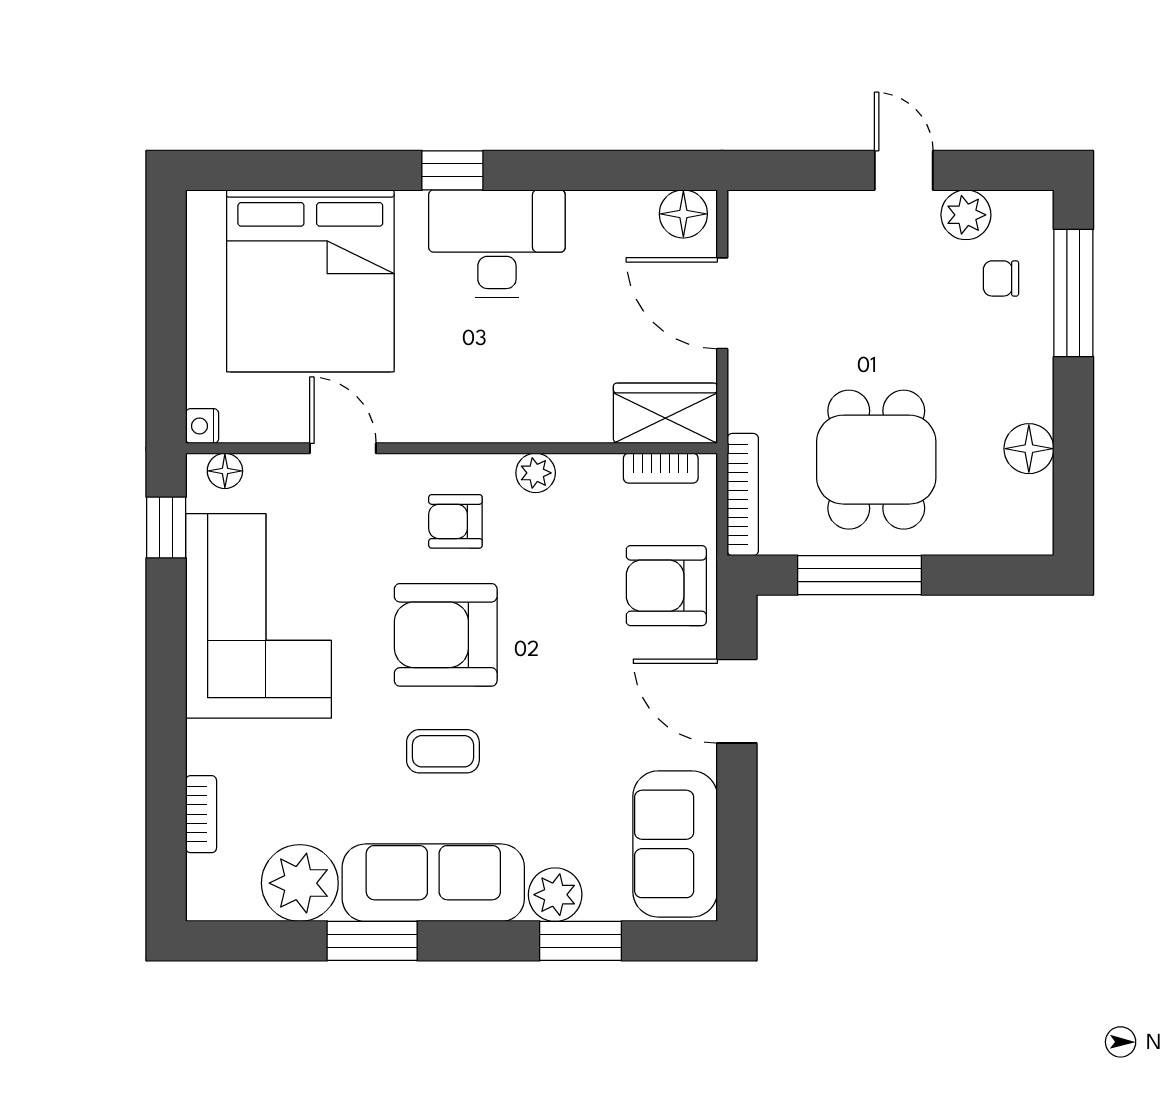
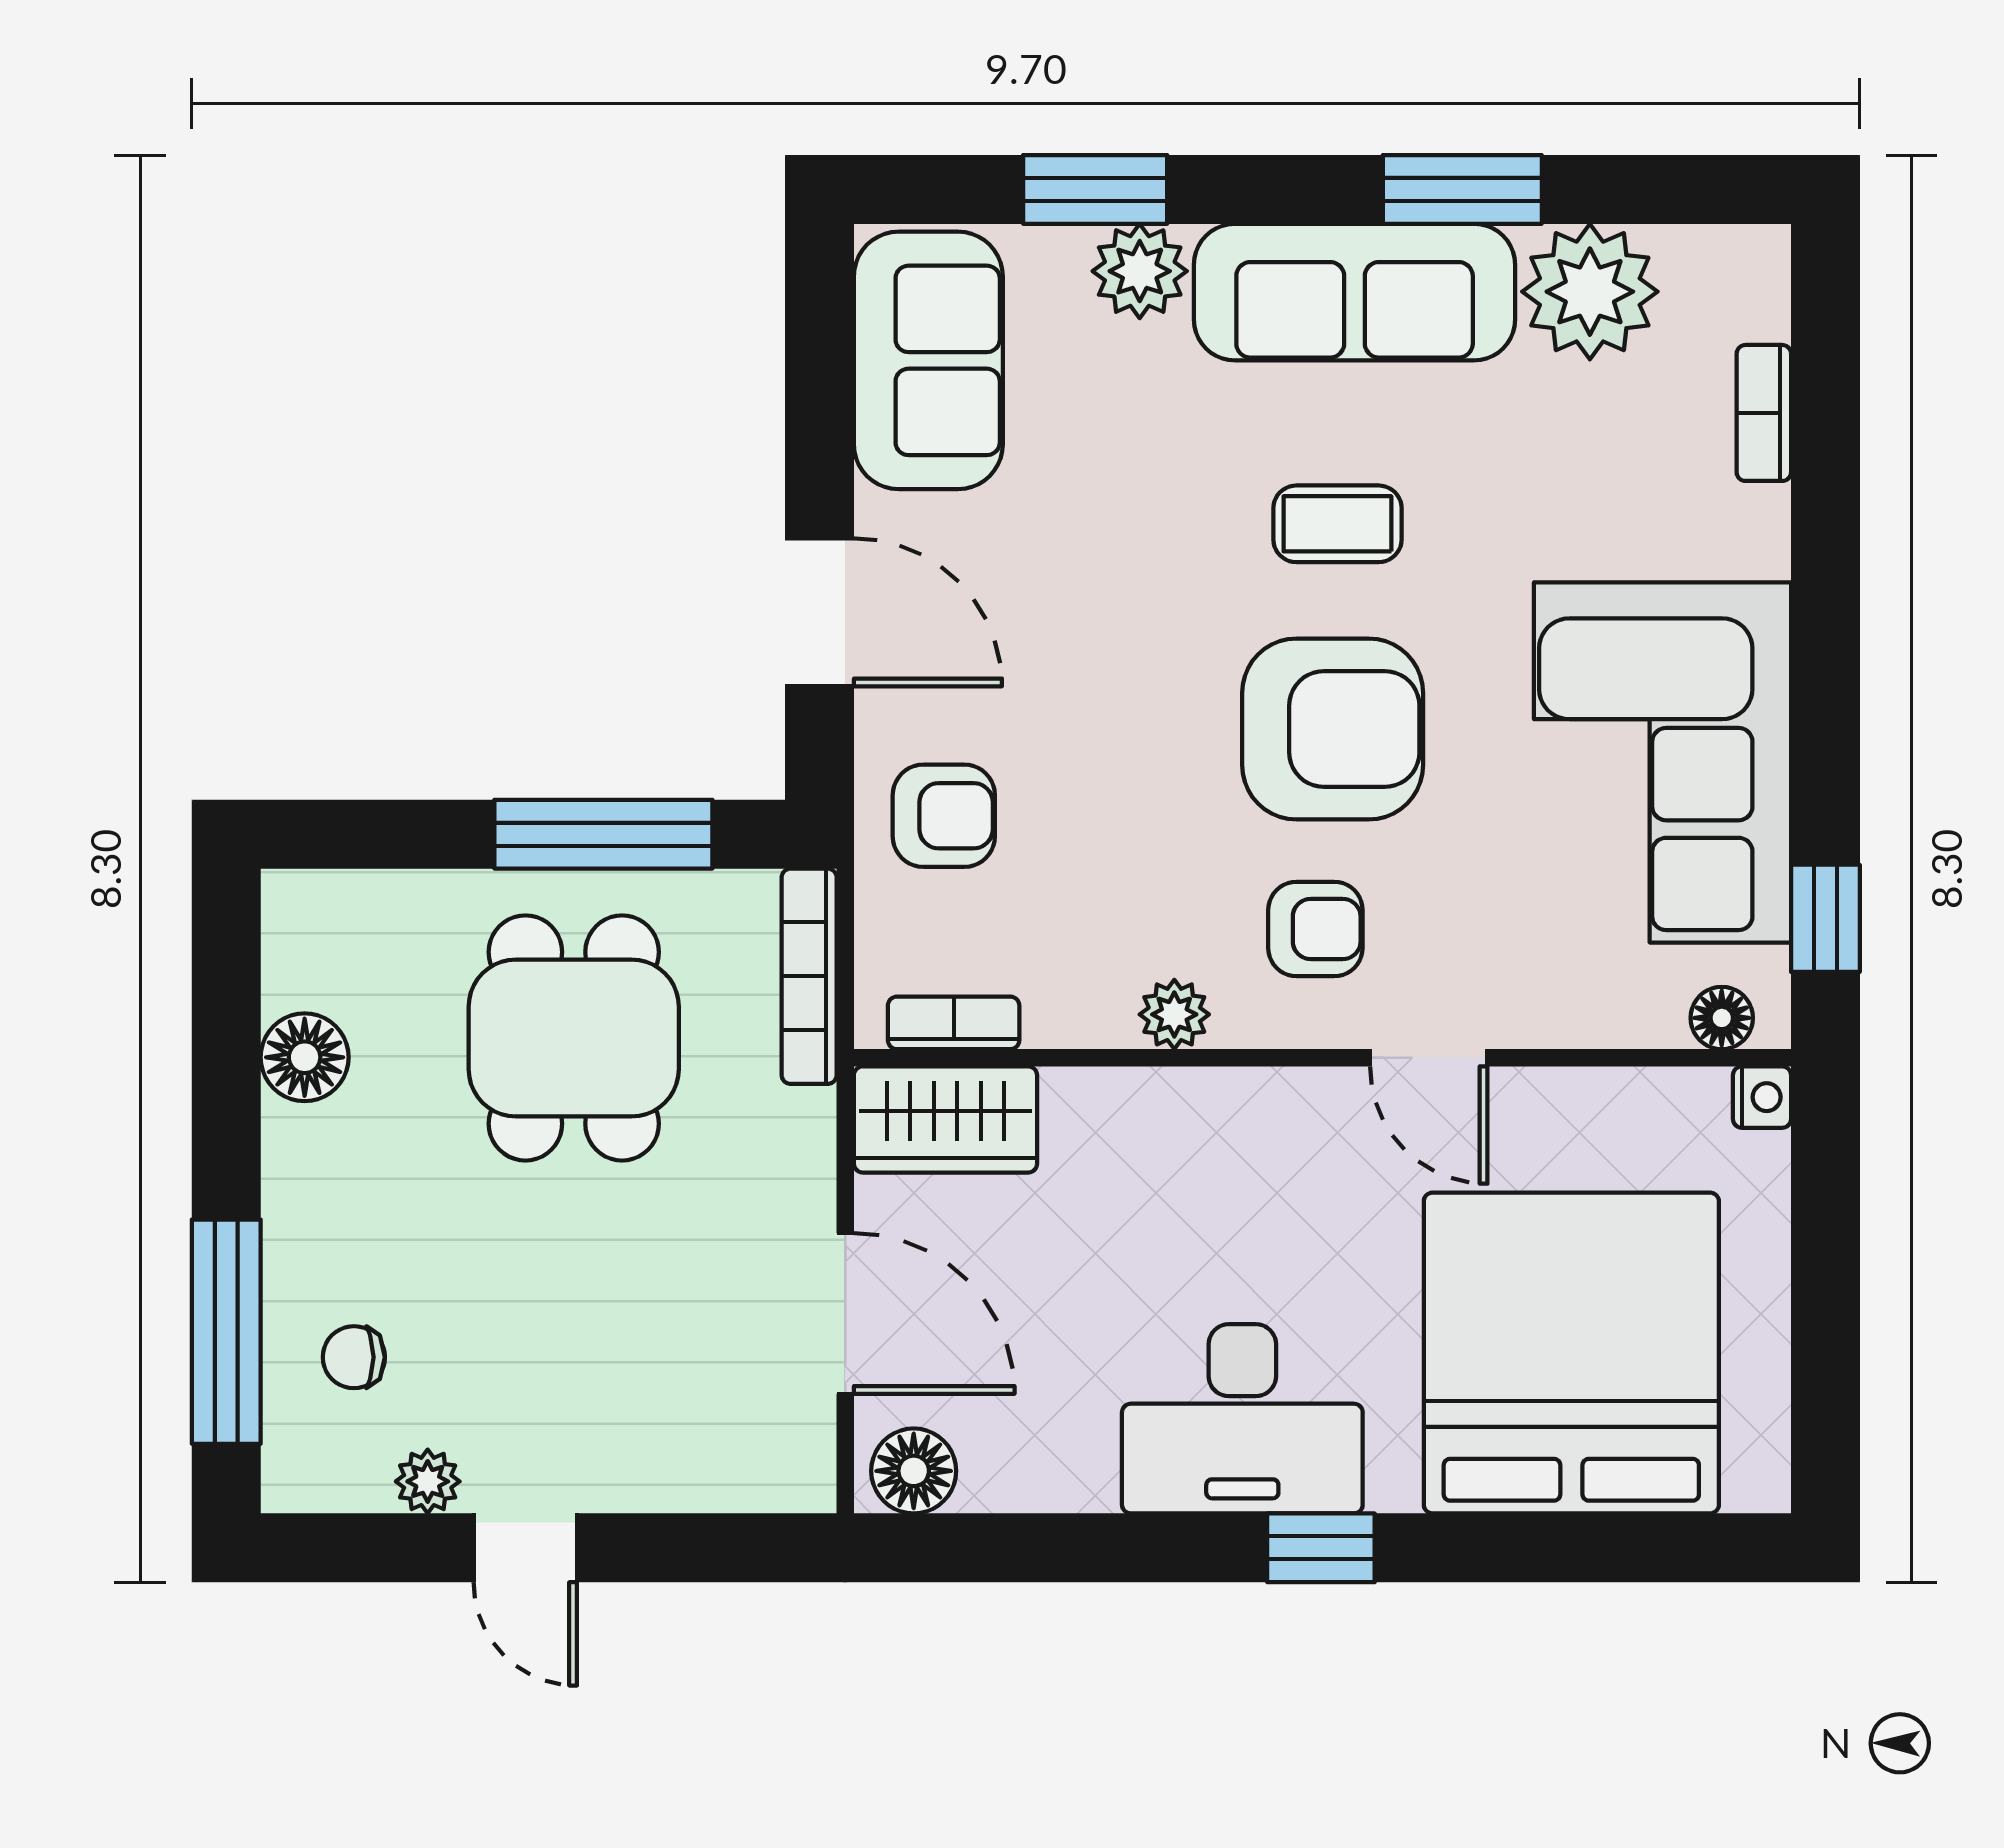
plant: (966, 215) -> (428, 1481), width x0.73, depth x0.73
chair: (1001, 278) -> (354, 1357), turned 180
door: (343, 448) -> (1429, 1058), moved
armchair: (666, 586) -> (944, 816), width x0.72, depth x0.72

